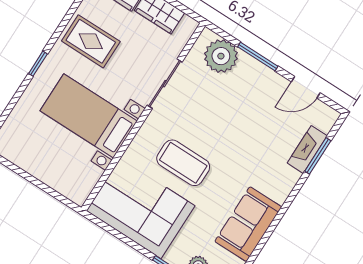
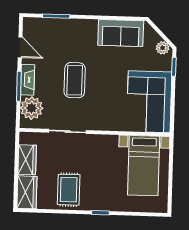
bed with nightstands: (89, 116) -> (144, 166), moved
fireplace: (307, 149) -> (28, 80), moved, turned -90
coffee table: (183, 163) -> (75, 80), moved

